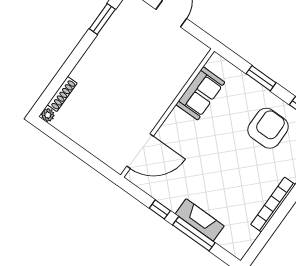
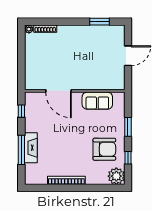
door: (140, 151) -> (58, 91), moved
window: (160, 209) -> (21, 111), moved

